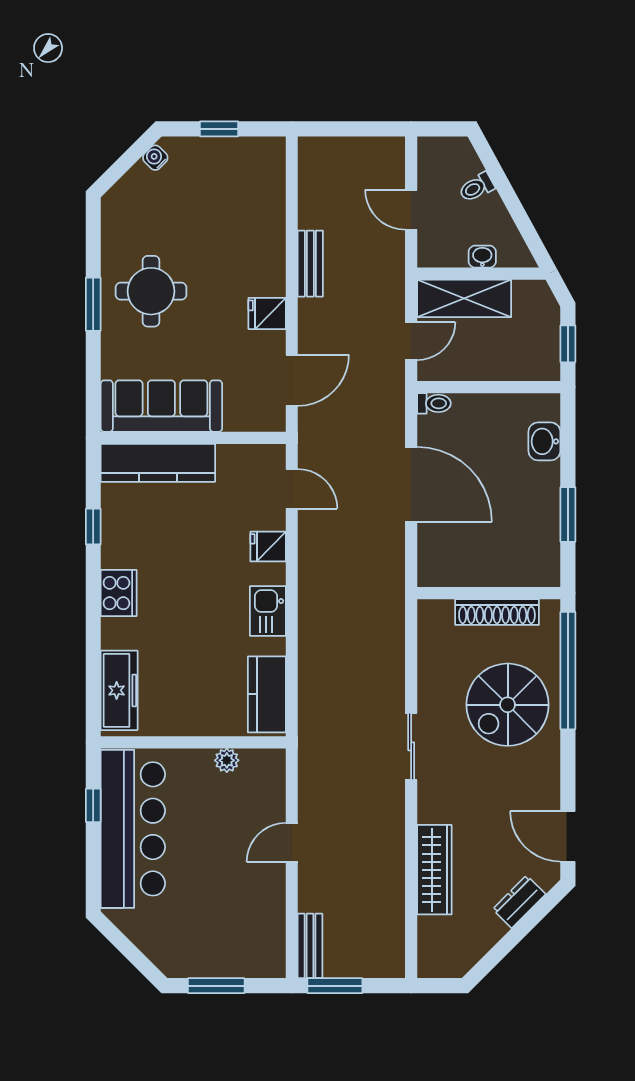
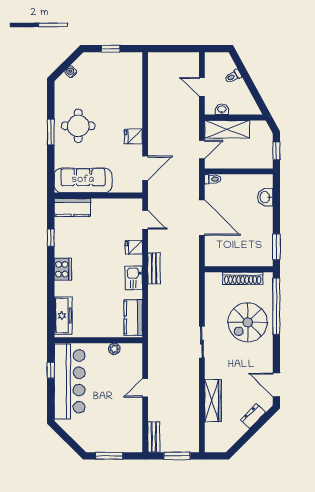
water cooler: (155, 158) -> (71, 72), moved
washbasin: (482, 257) -> (222, 109), moved
bench: (310, 264) -> (154, 268), moved
kitchen counter: (158, 463) -> (72, 207), width x0.67
window: (568, 515) -> (276, 247), moved
window: (335, 986) -> (177, 456), moved

